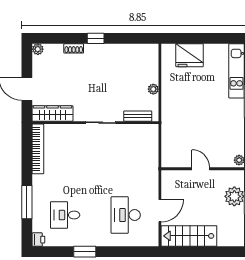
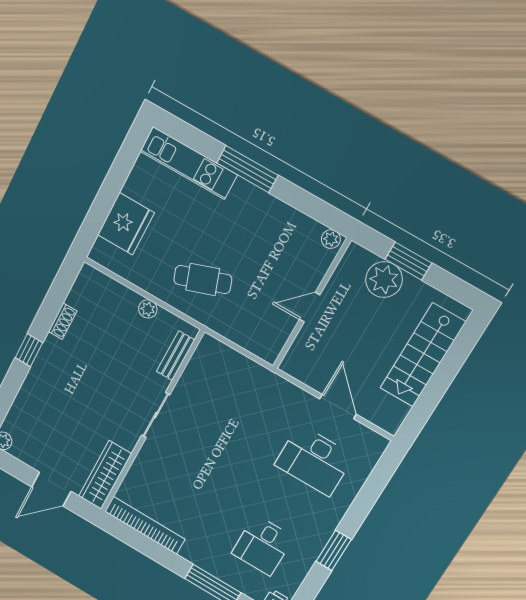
shoe rack: (74, 48) -> (63, 321), moved
cafe table: (184, 109) -> (203, 280), added
stairs: (189, 236) -> (423, 355), moved

